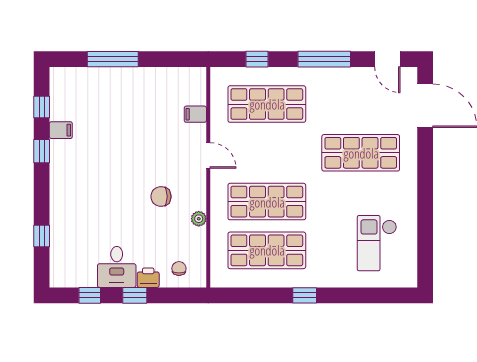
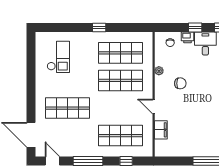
filing cabinet: (195, 114) -> (161, 130), width x2.00

